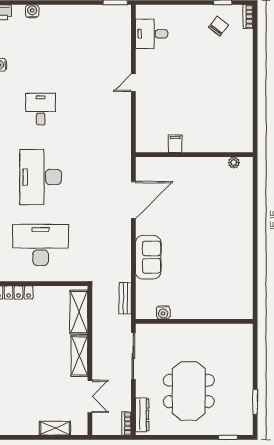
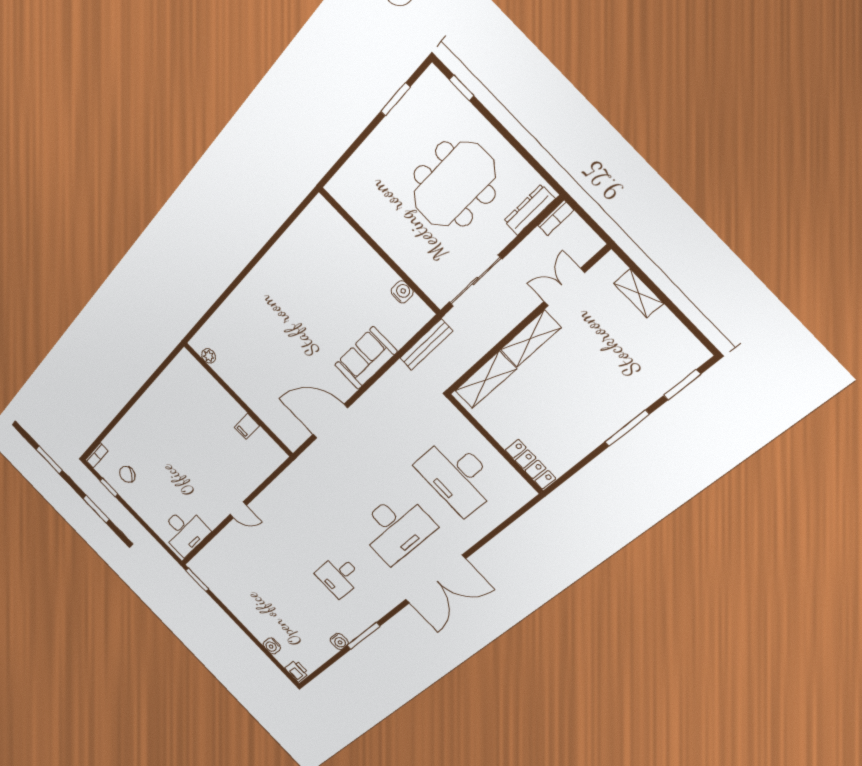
desk: (152, 34) -> (185, 531), width x1.37
bench: (125, 298) -> (426, 345), width x1.36

